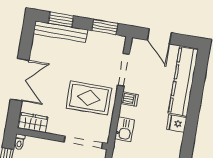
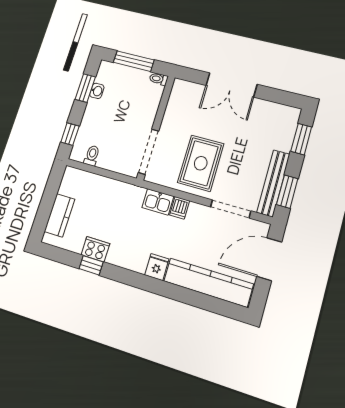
bench: (60, 32) -> (273, 183), moved
door: (159, 36) -> (269, 259), width x1.36
dishwasher: (129, 99) -> (180, 208), moved
wardrobe: (33, 123) -> (179, 96), removed

